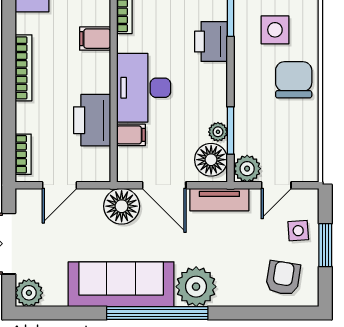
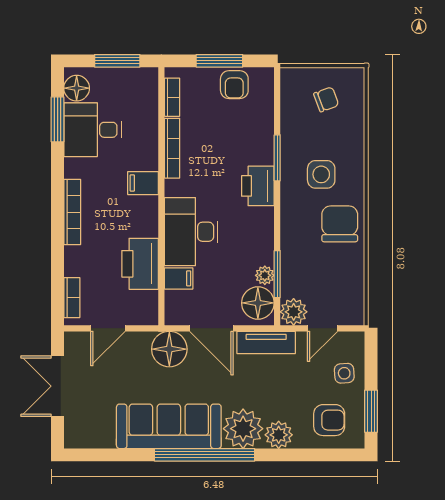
window: (325, 245) -> (371, 411), moved
armchair: (283, 278) -> (329, 420), turned 81
plant: (29, 293) -> (279, 435), moved

